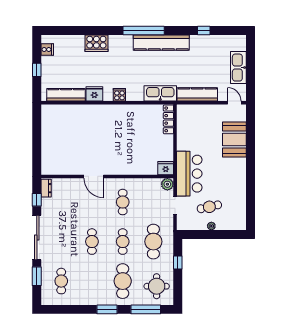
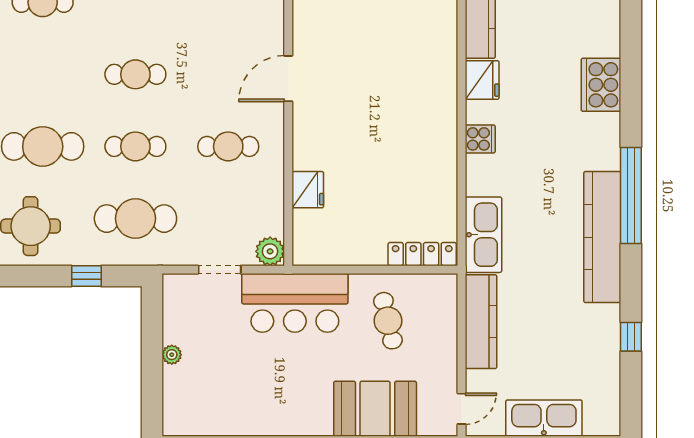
fridge: (166, 168) -> (308, 190), moved
cafe table: (209, 207) -> (388, 321), moved

